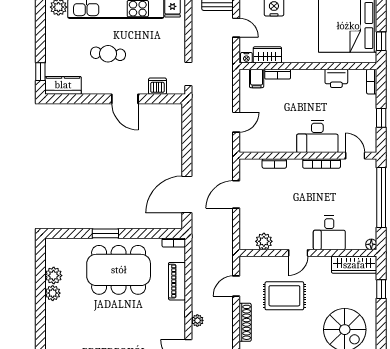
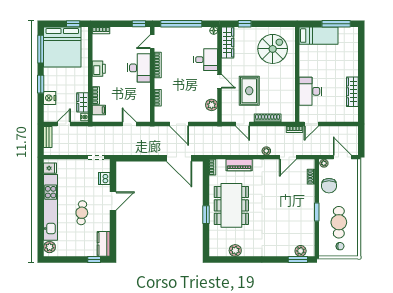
printer: (336, 78) -> (99, 69), moved
window: (381, 118) -> (139, 24), moved
plant: (53, 293) -> (247, 251), removed

